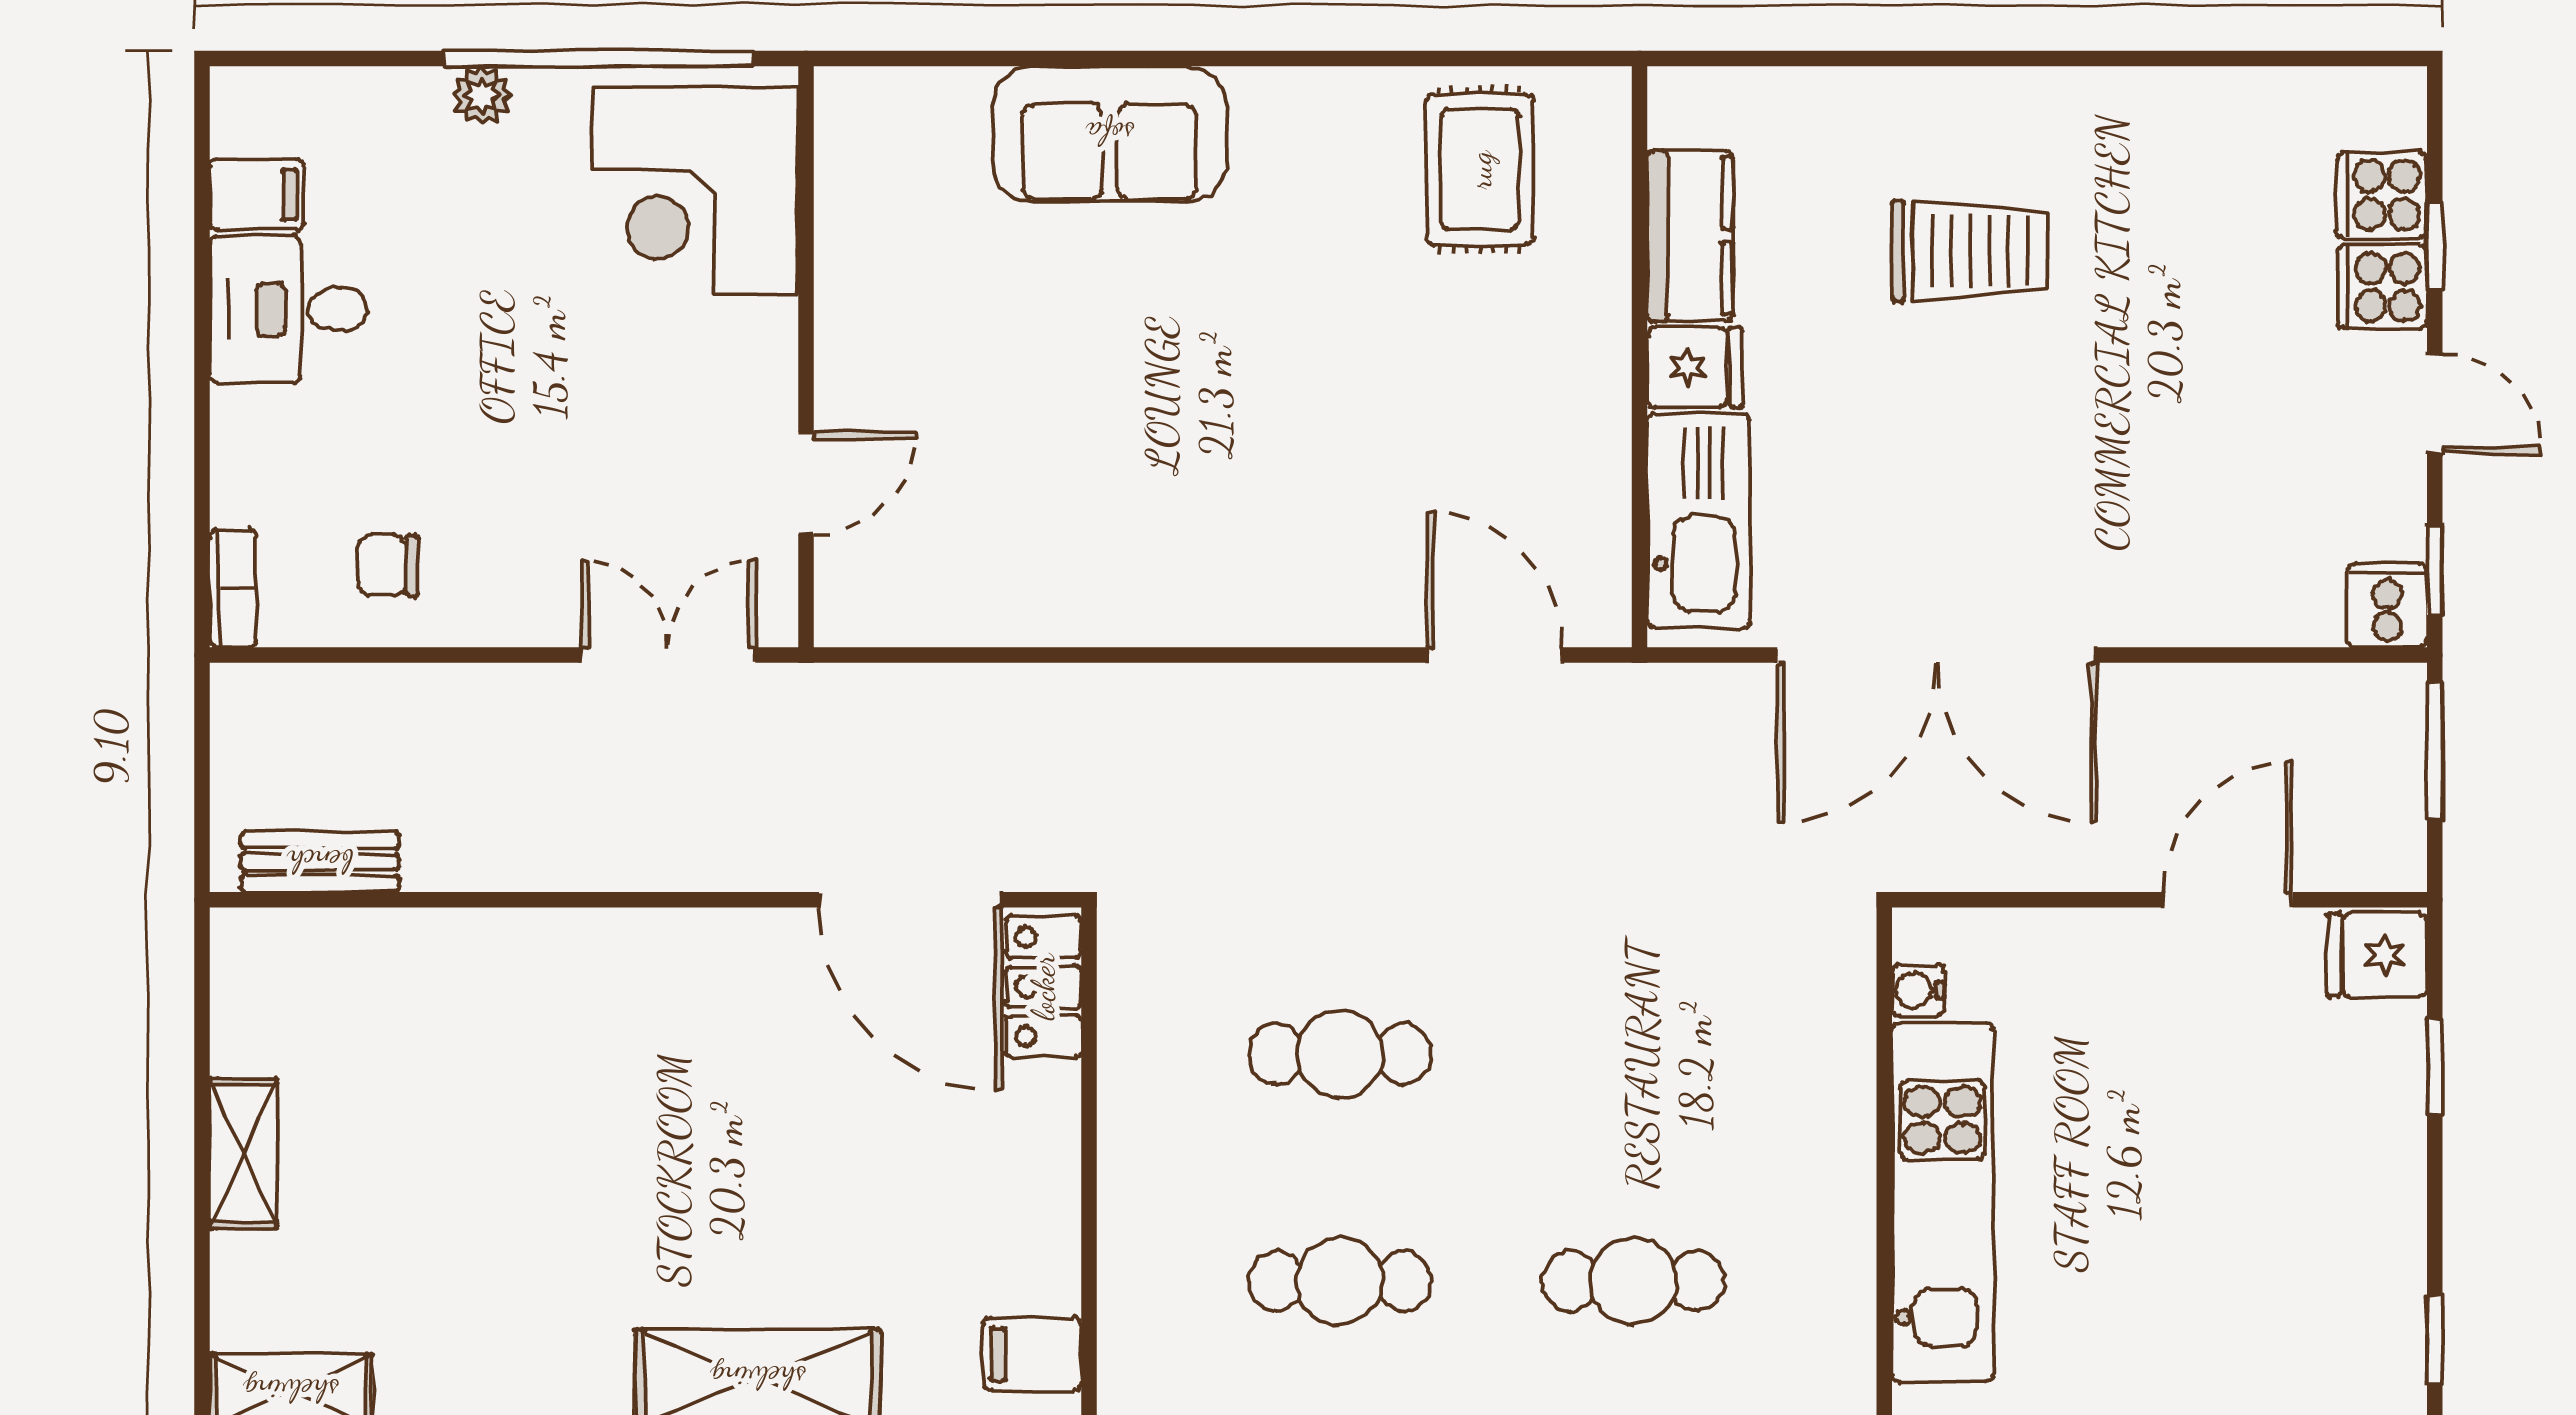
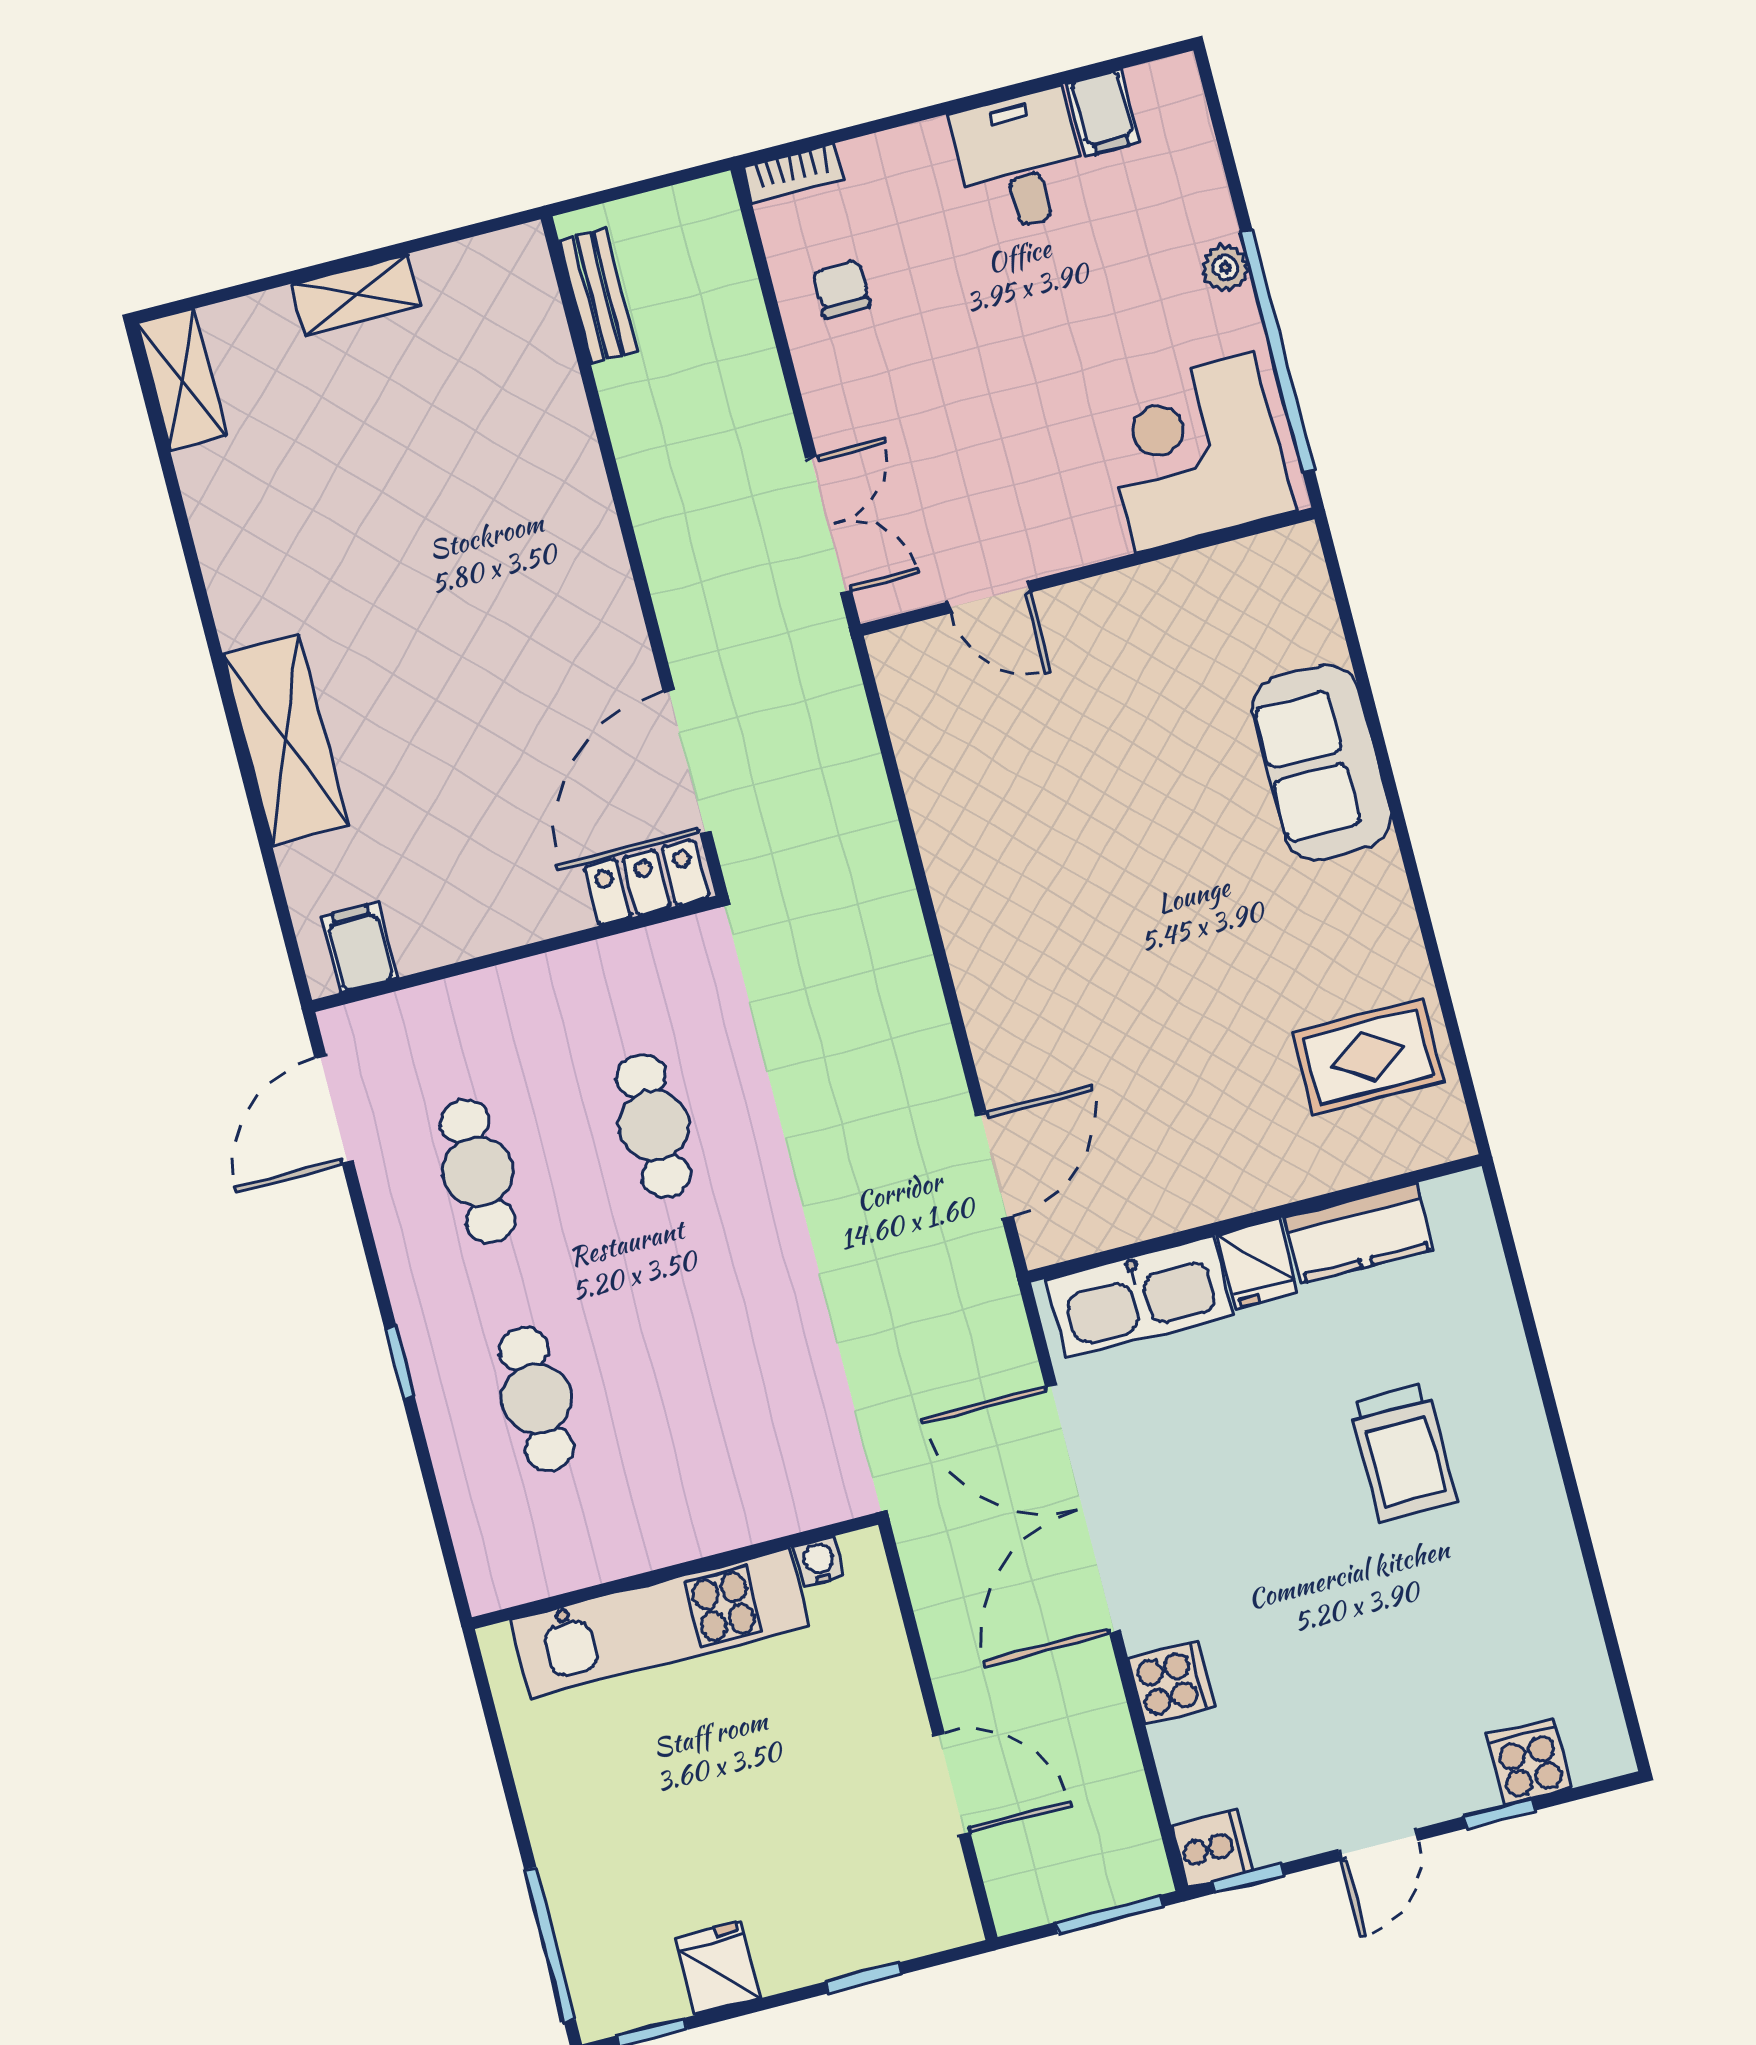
cooker: (2382, 287) -> (1171, 1683), moved, turned 90
fridge: (2377, 955) -> (718, 1968), moved

